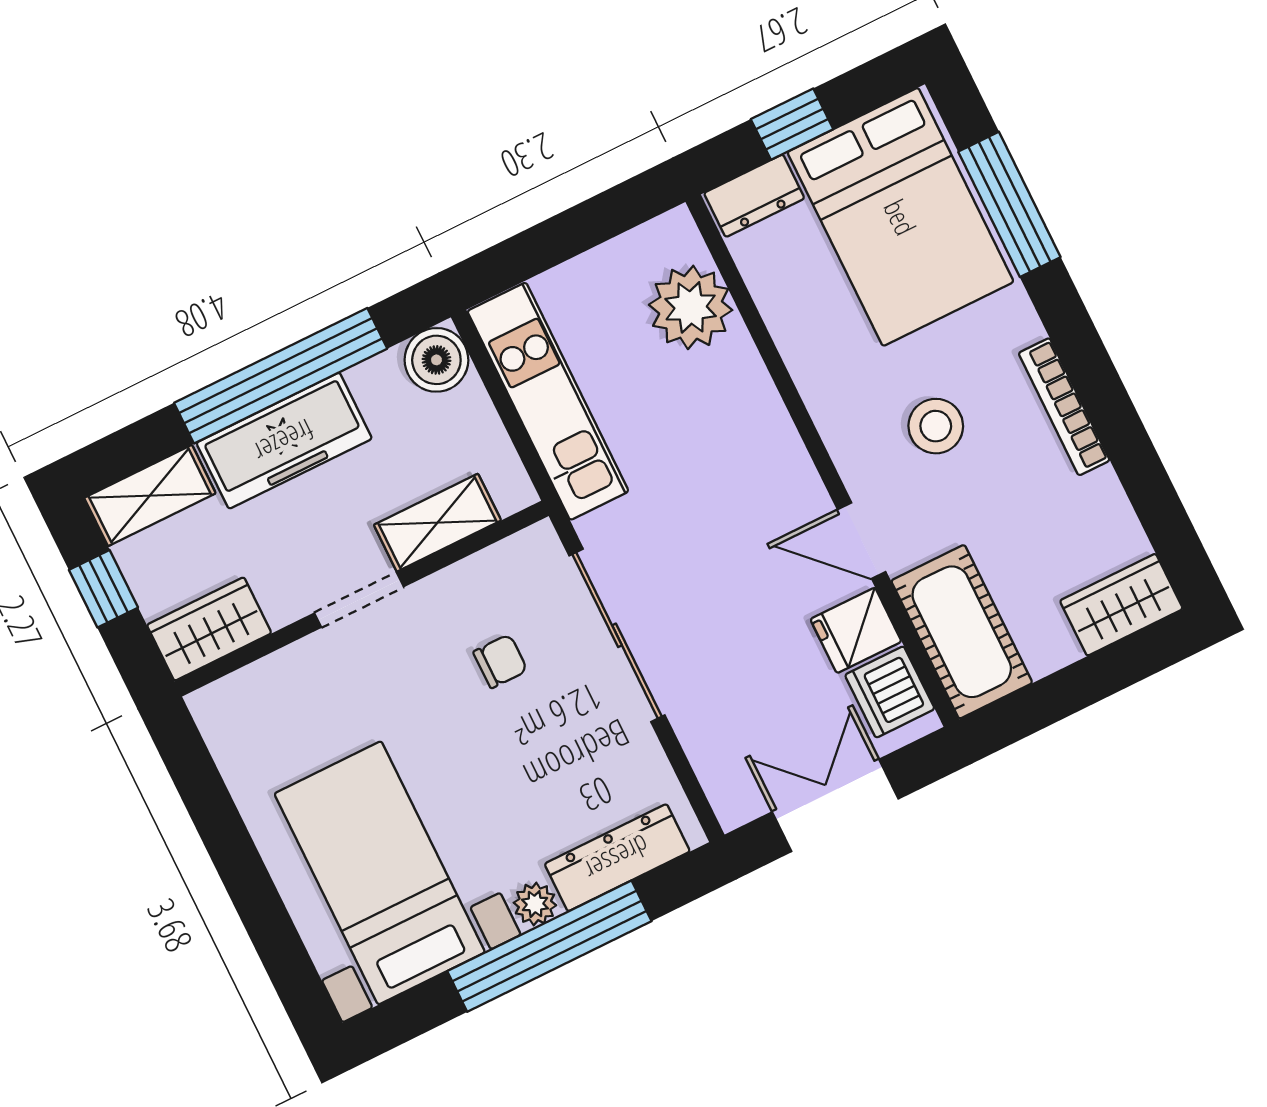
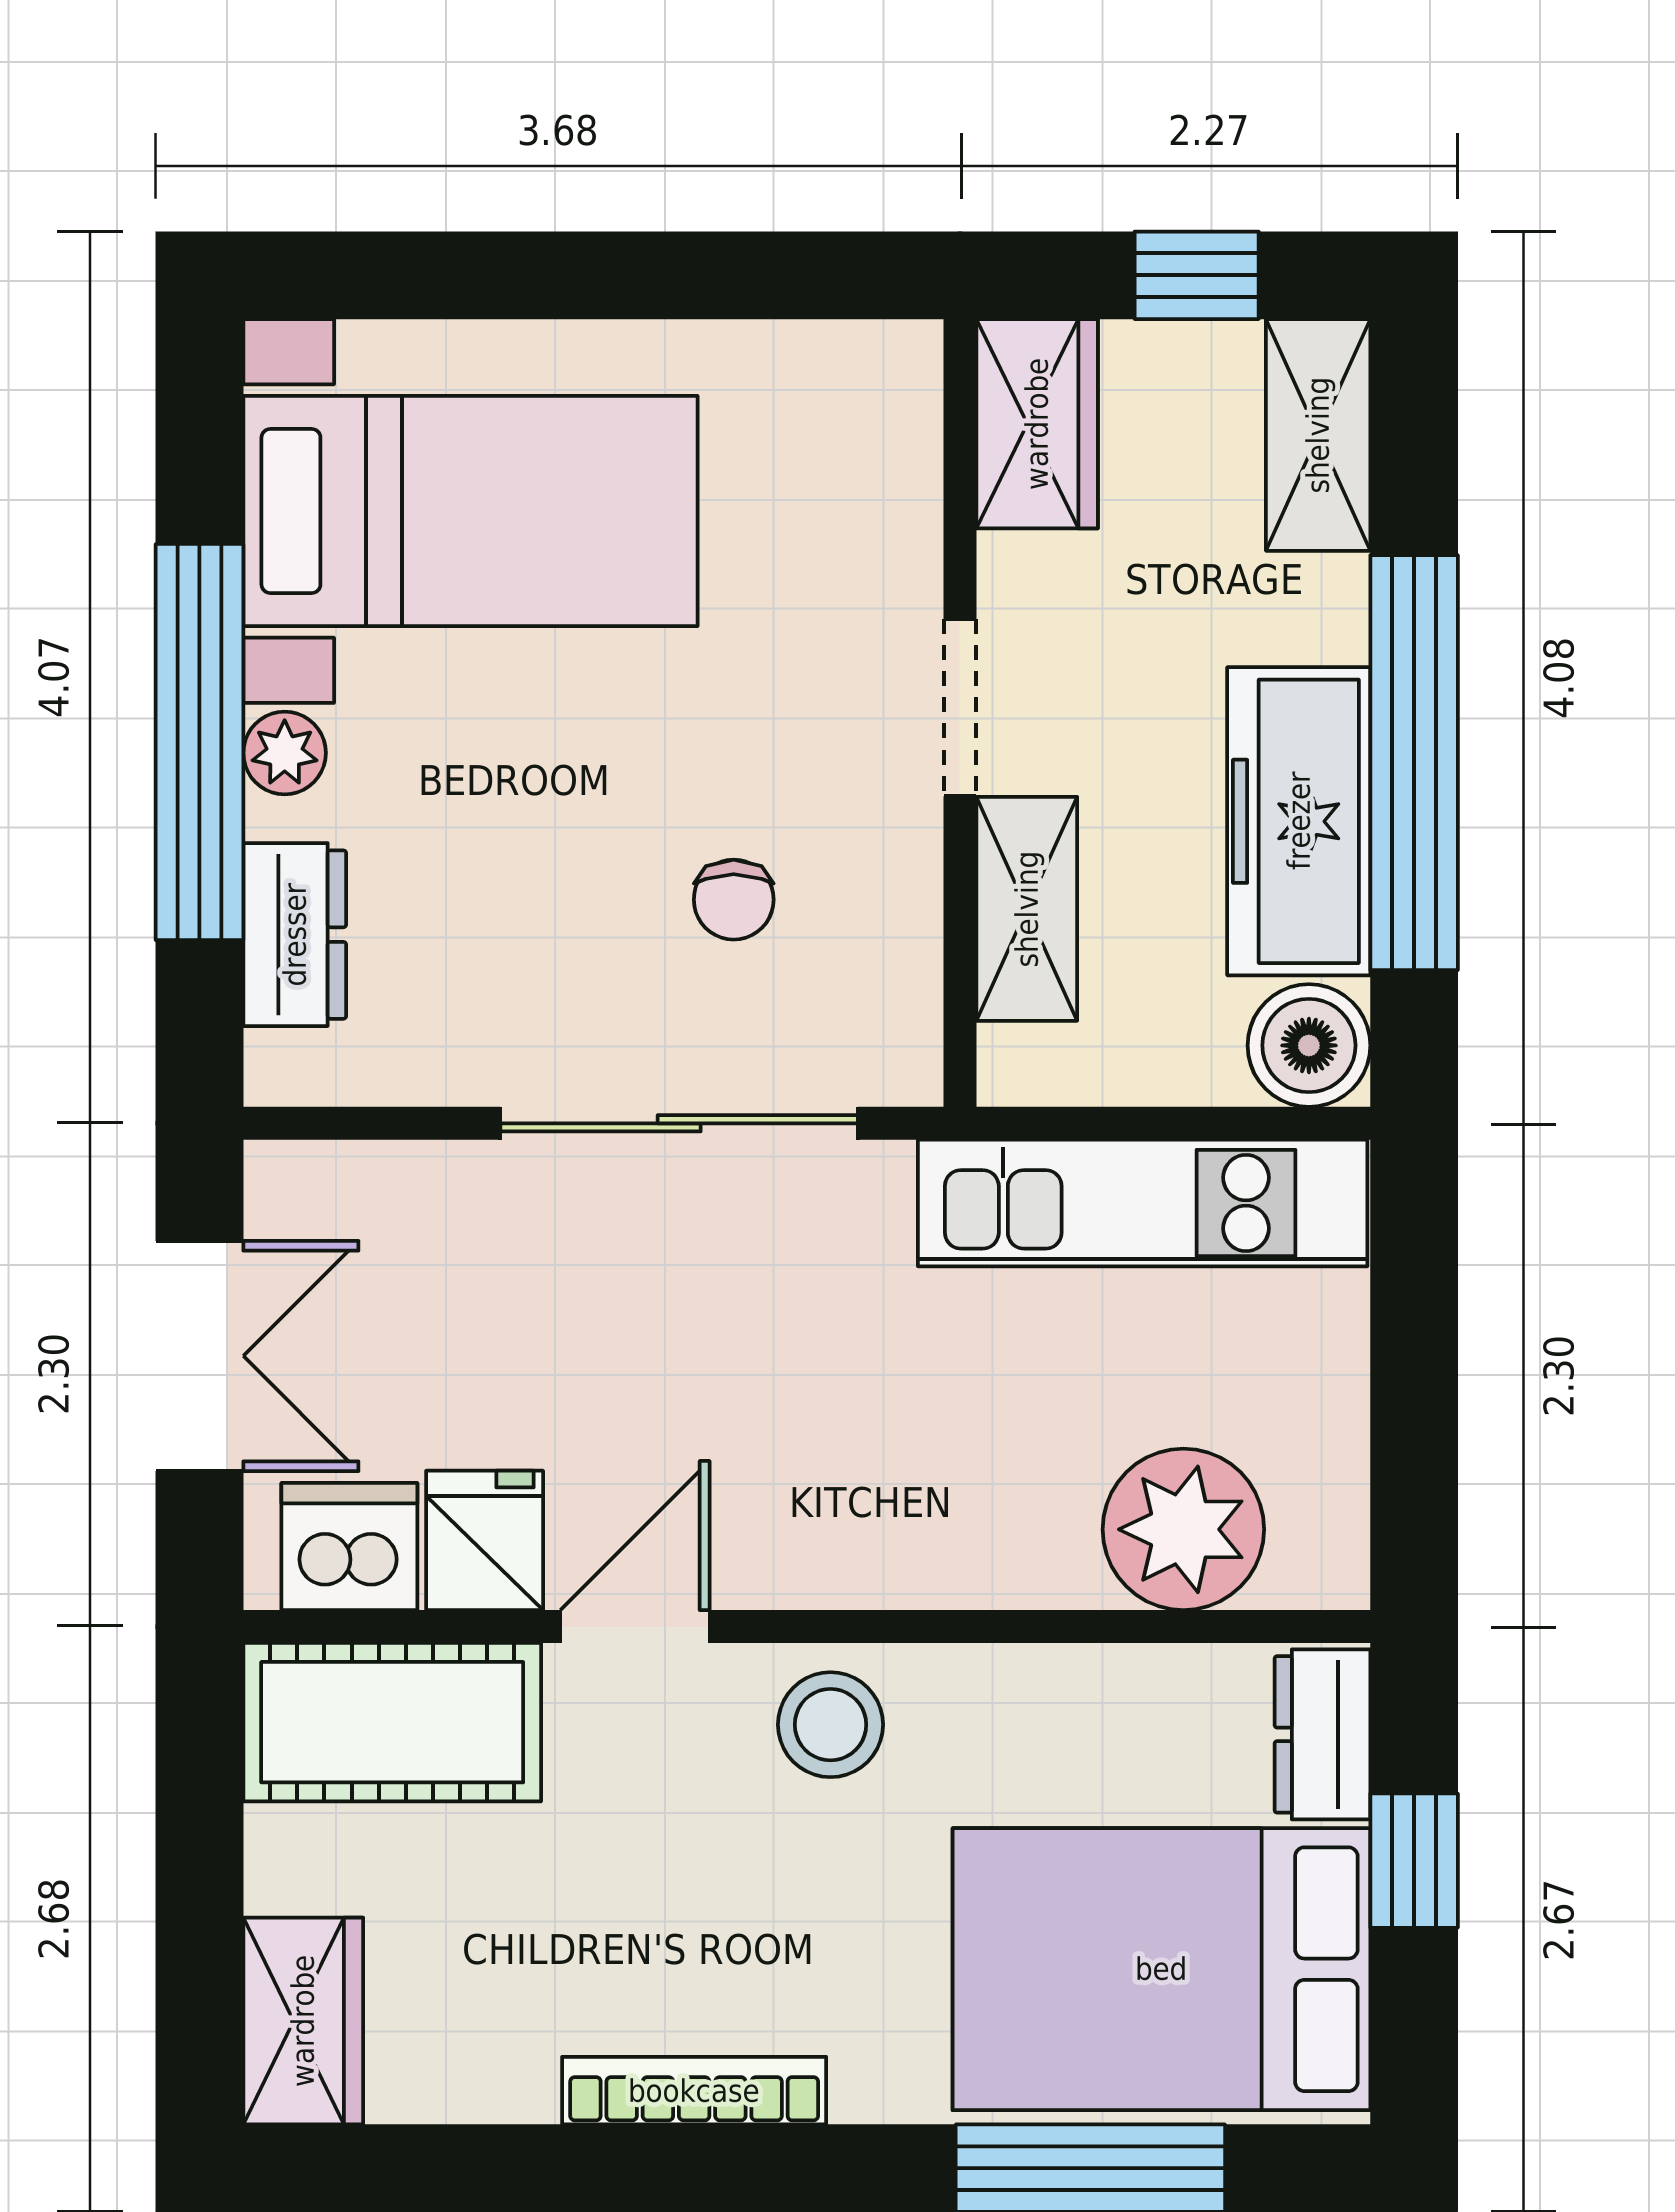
stool: (936, 426) -> (830, 1725), moved
freezer: (284, 441) -> (1299, 821), moved
dresser: (617, 858) -> (295, 935), width x0.70

